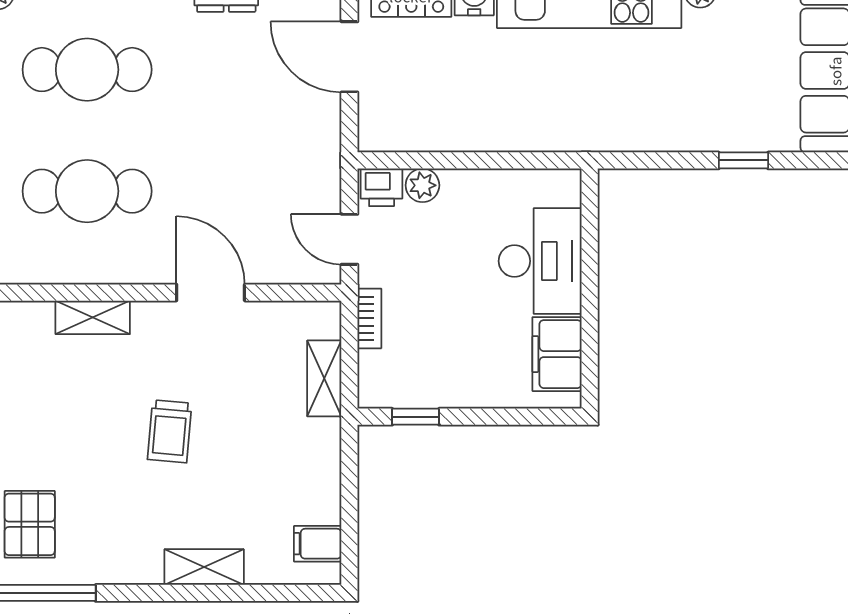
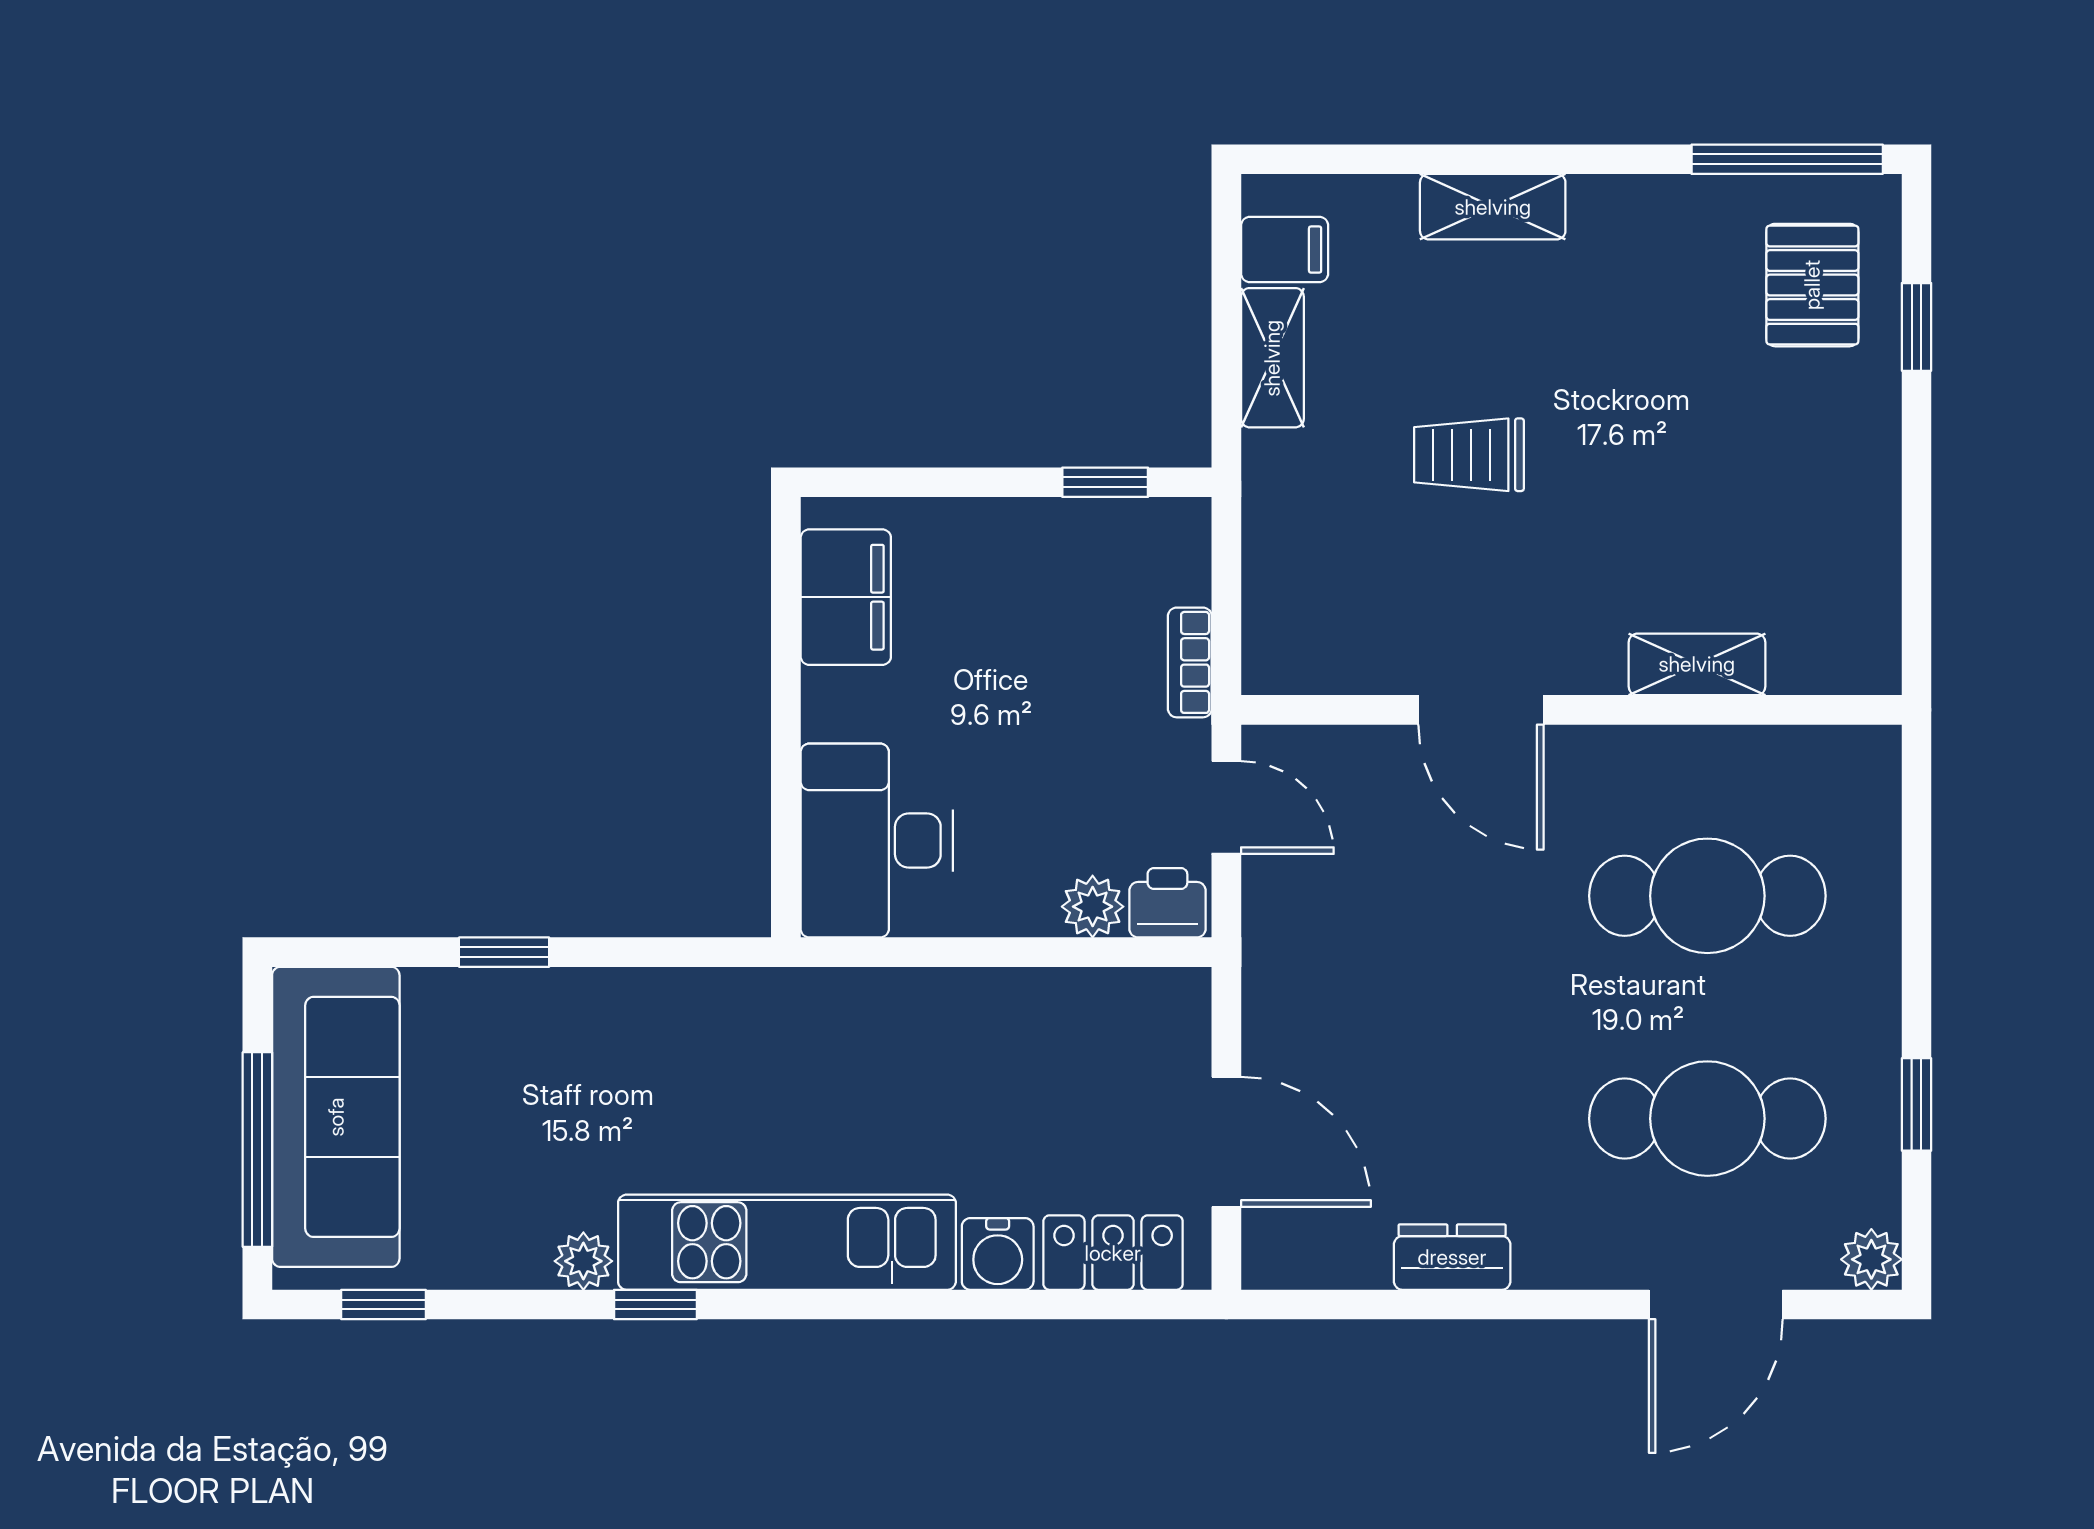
desk: (540, 261) -> (877, 841), moved
shelving: (324, 378) -> (1272, 358), moved
trolley: (170, 431) -> (1469, 455), moved, turned -95

